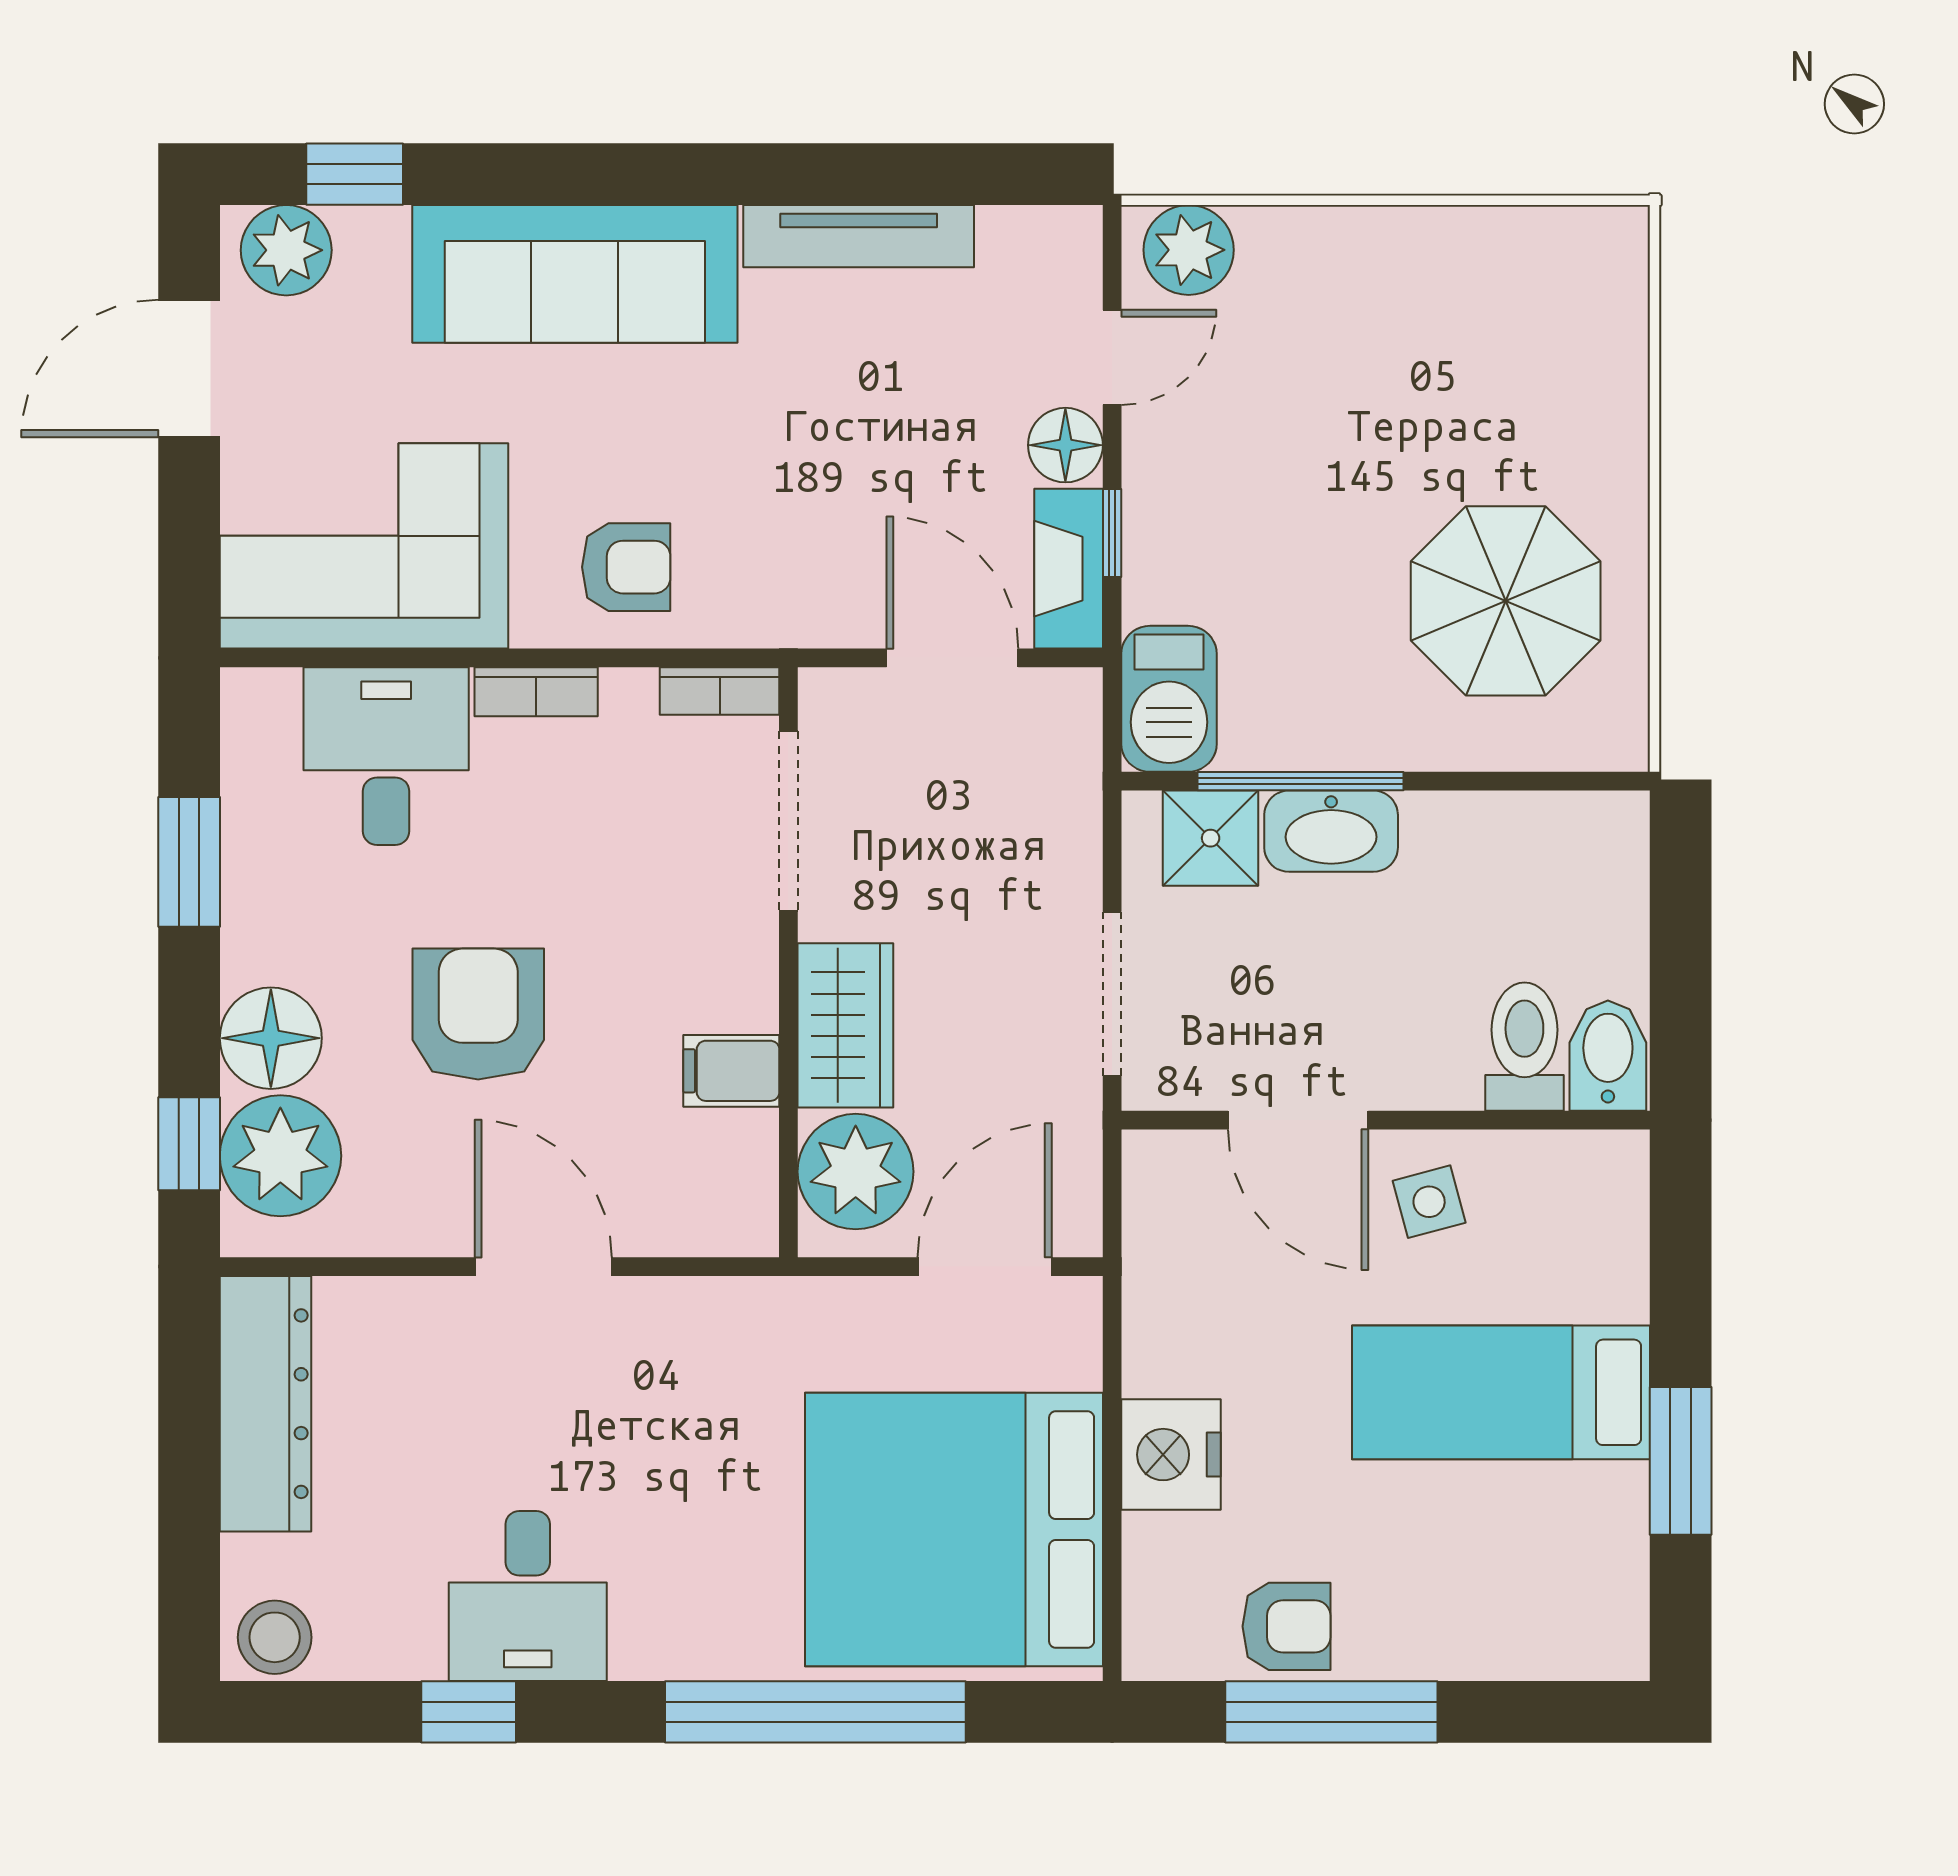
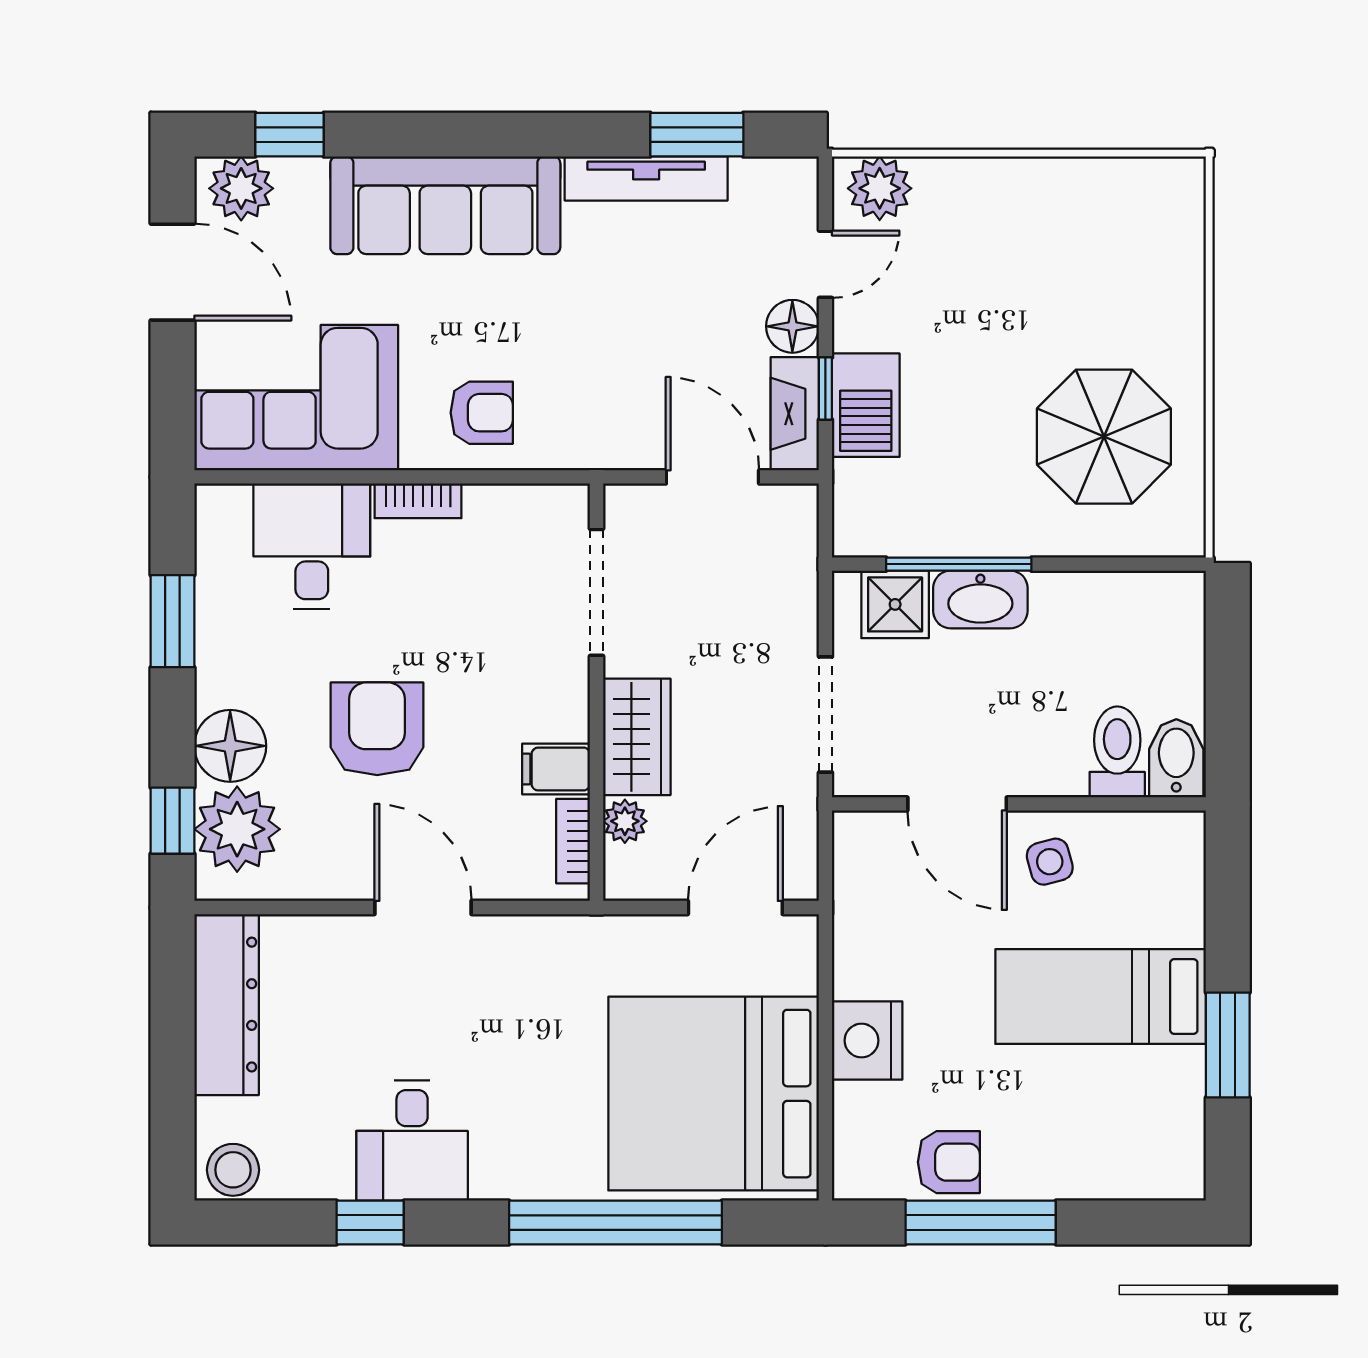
window: (930, 174) -> (697, 135), added
door: (189, 368) -> (172, 272), swing flipped
bookcase: (720, 691) -> (573, 841), moved, turned 90
barbecue: (1169, 699) -> (866, 405), moved
plant: (856, 1172) -> (625, 821), width x0.53, depth x0.53

